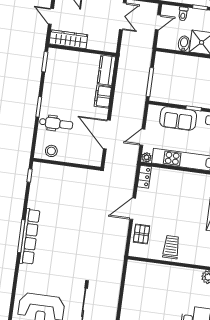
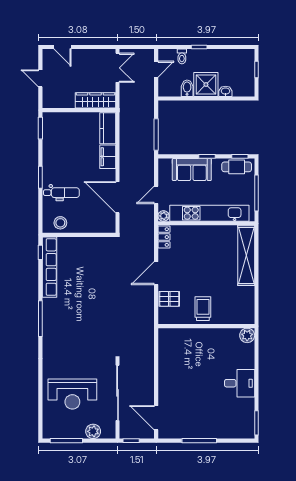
wardrobe: (68, 39) -> (95, 100), moved
pallet: (142, 234) -> (169, 299), turned 90
row of seats: (30, 237) -> (49, 267), moved

